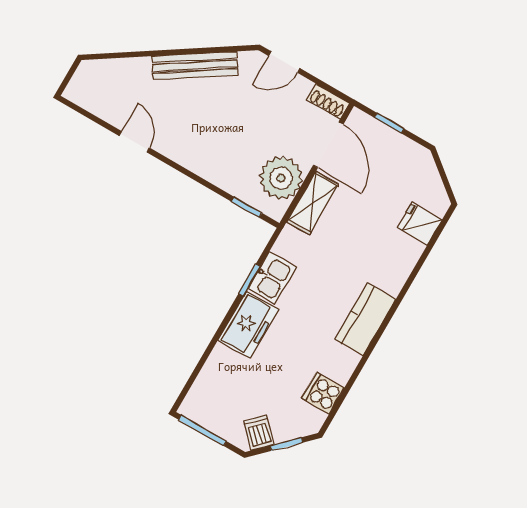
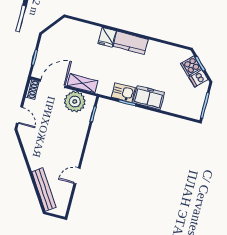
bench: (195, 66) -> (44, 189), moved
fridge: (420, 224) -> (107, 37), moved
cooker: (323, 393) -> (191, 66), moved, turned 45

